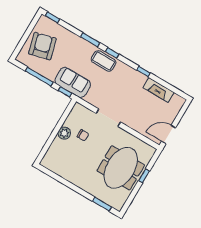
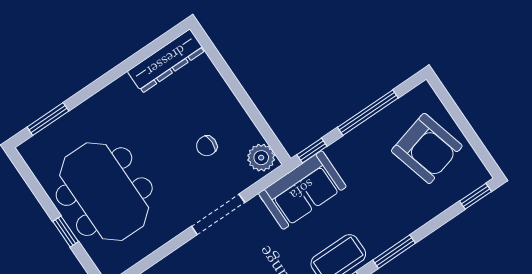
sofa: (73, 82) -> (302, 190), moved
plant: (64, 133) -> (261, 158), moved
dresser: (56, 168) -> (166, 61), added

